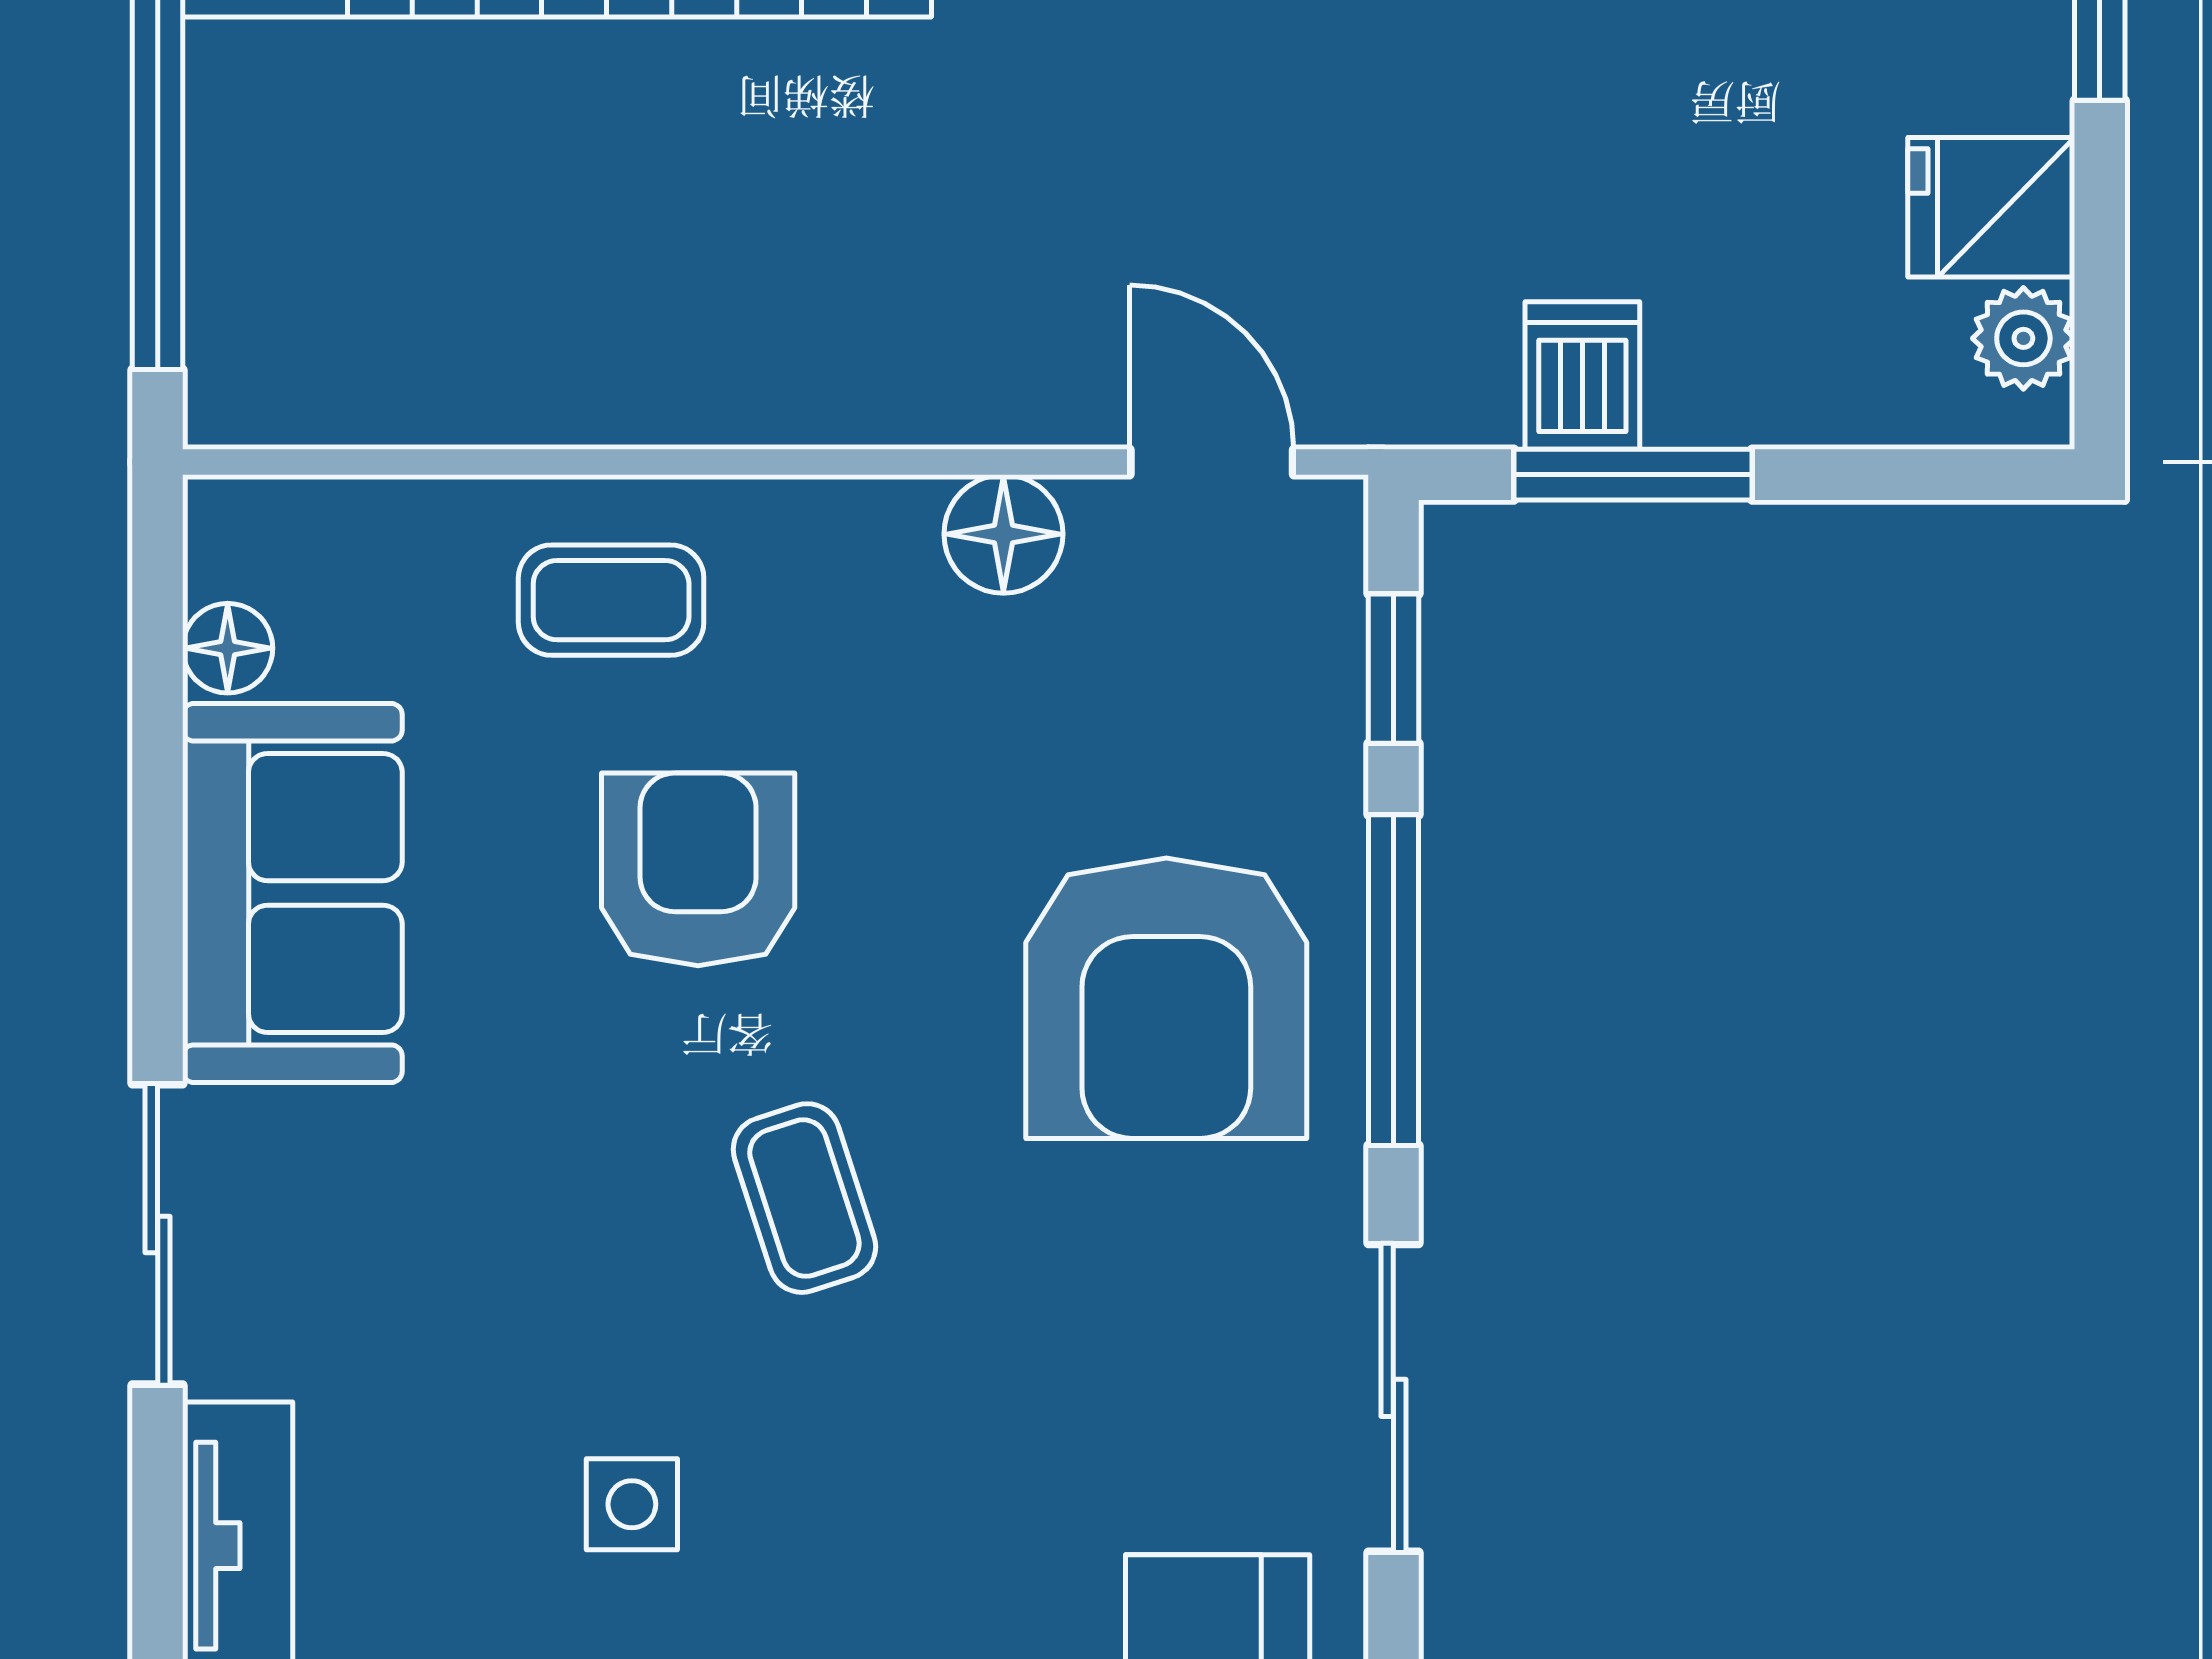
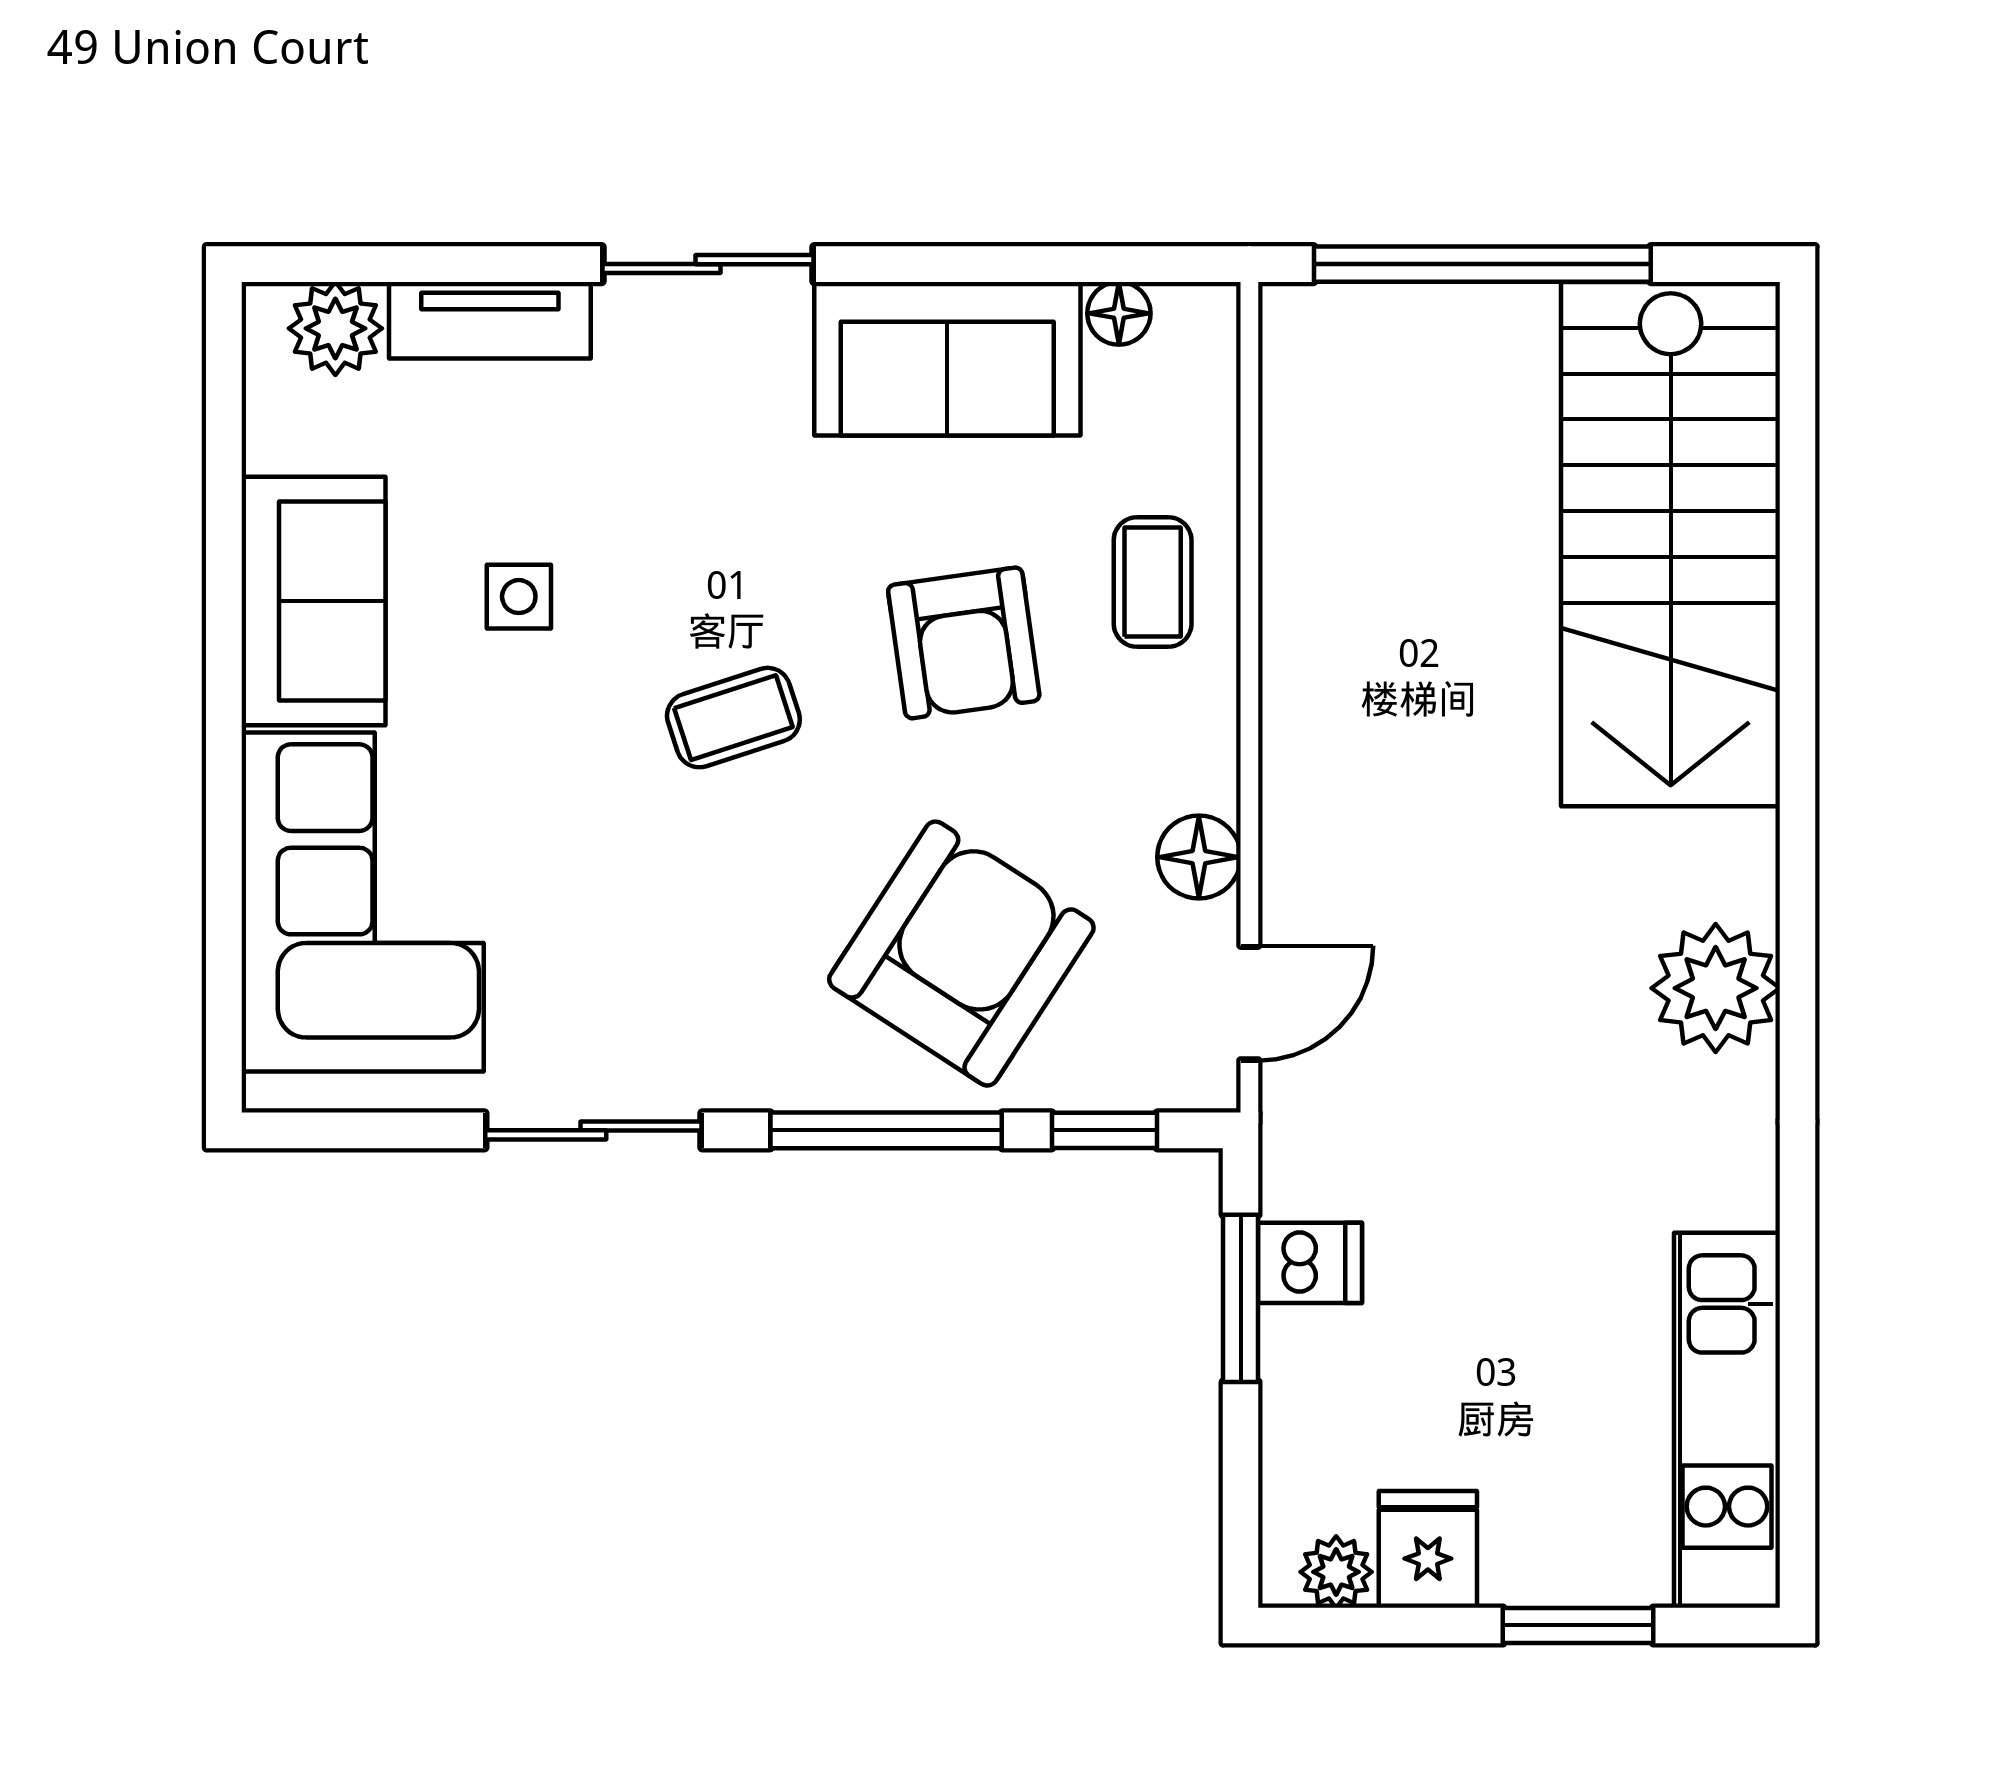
armchair: (698, 869) -> (964, 643), turned 82
armchair: (1166, 998) -> (961, 954), moved, turned 123

